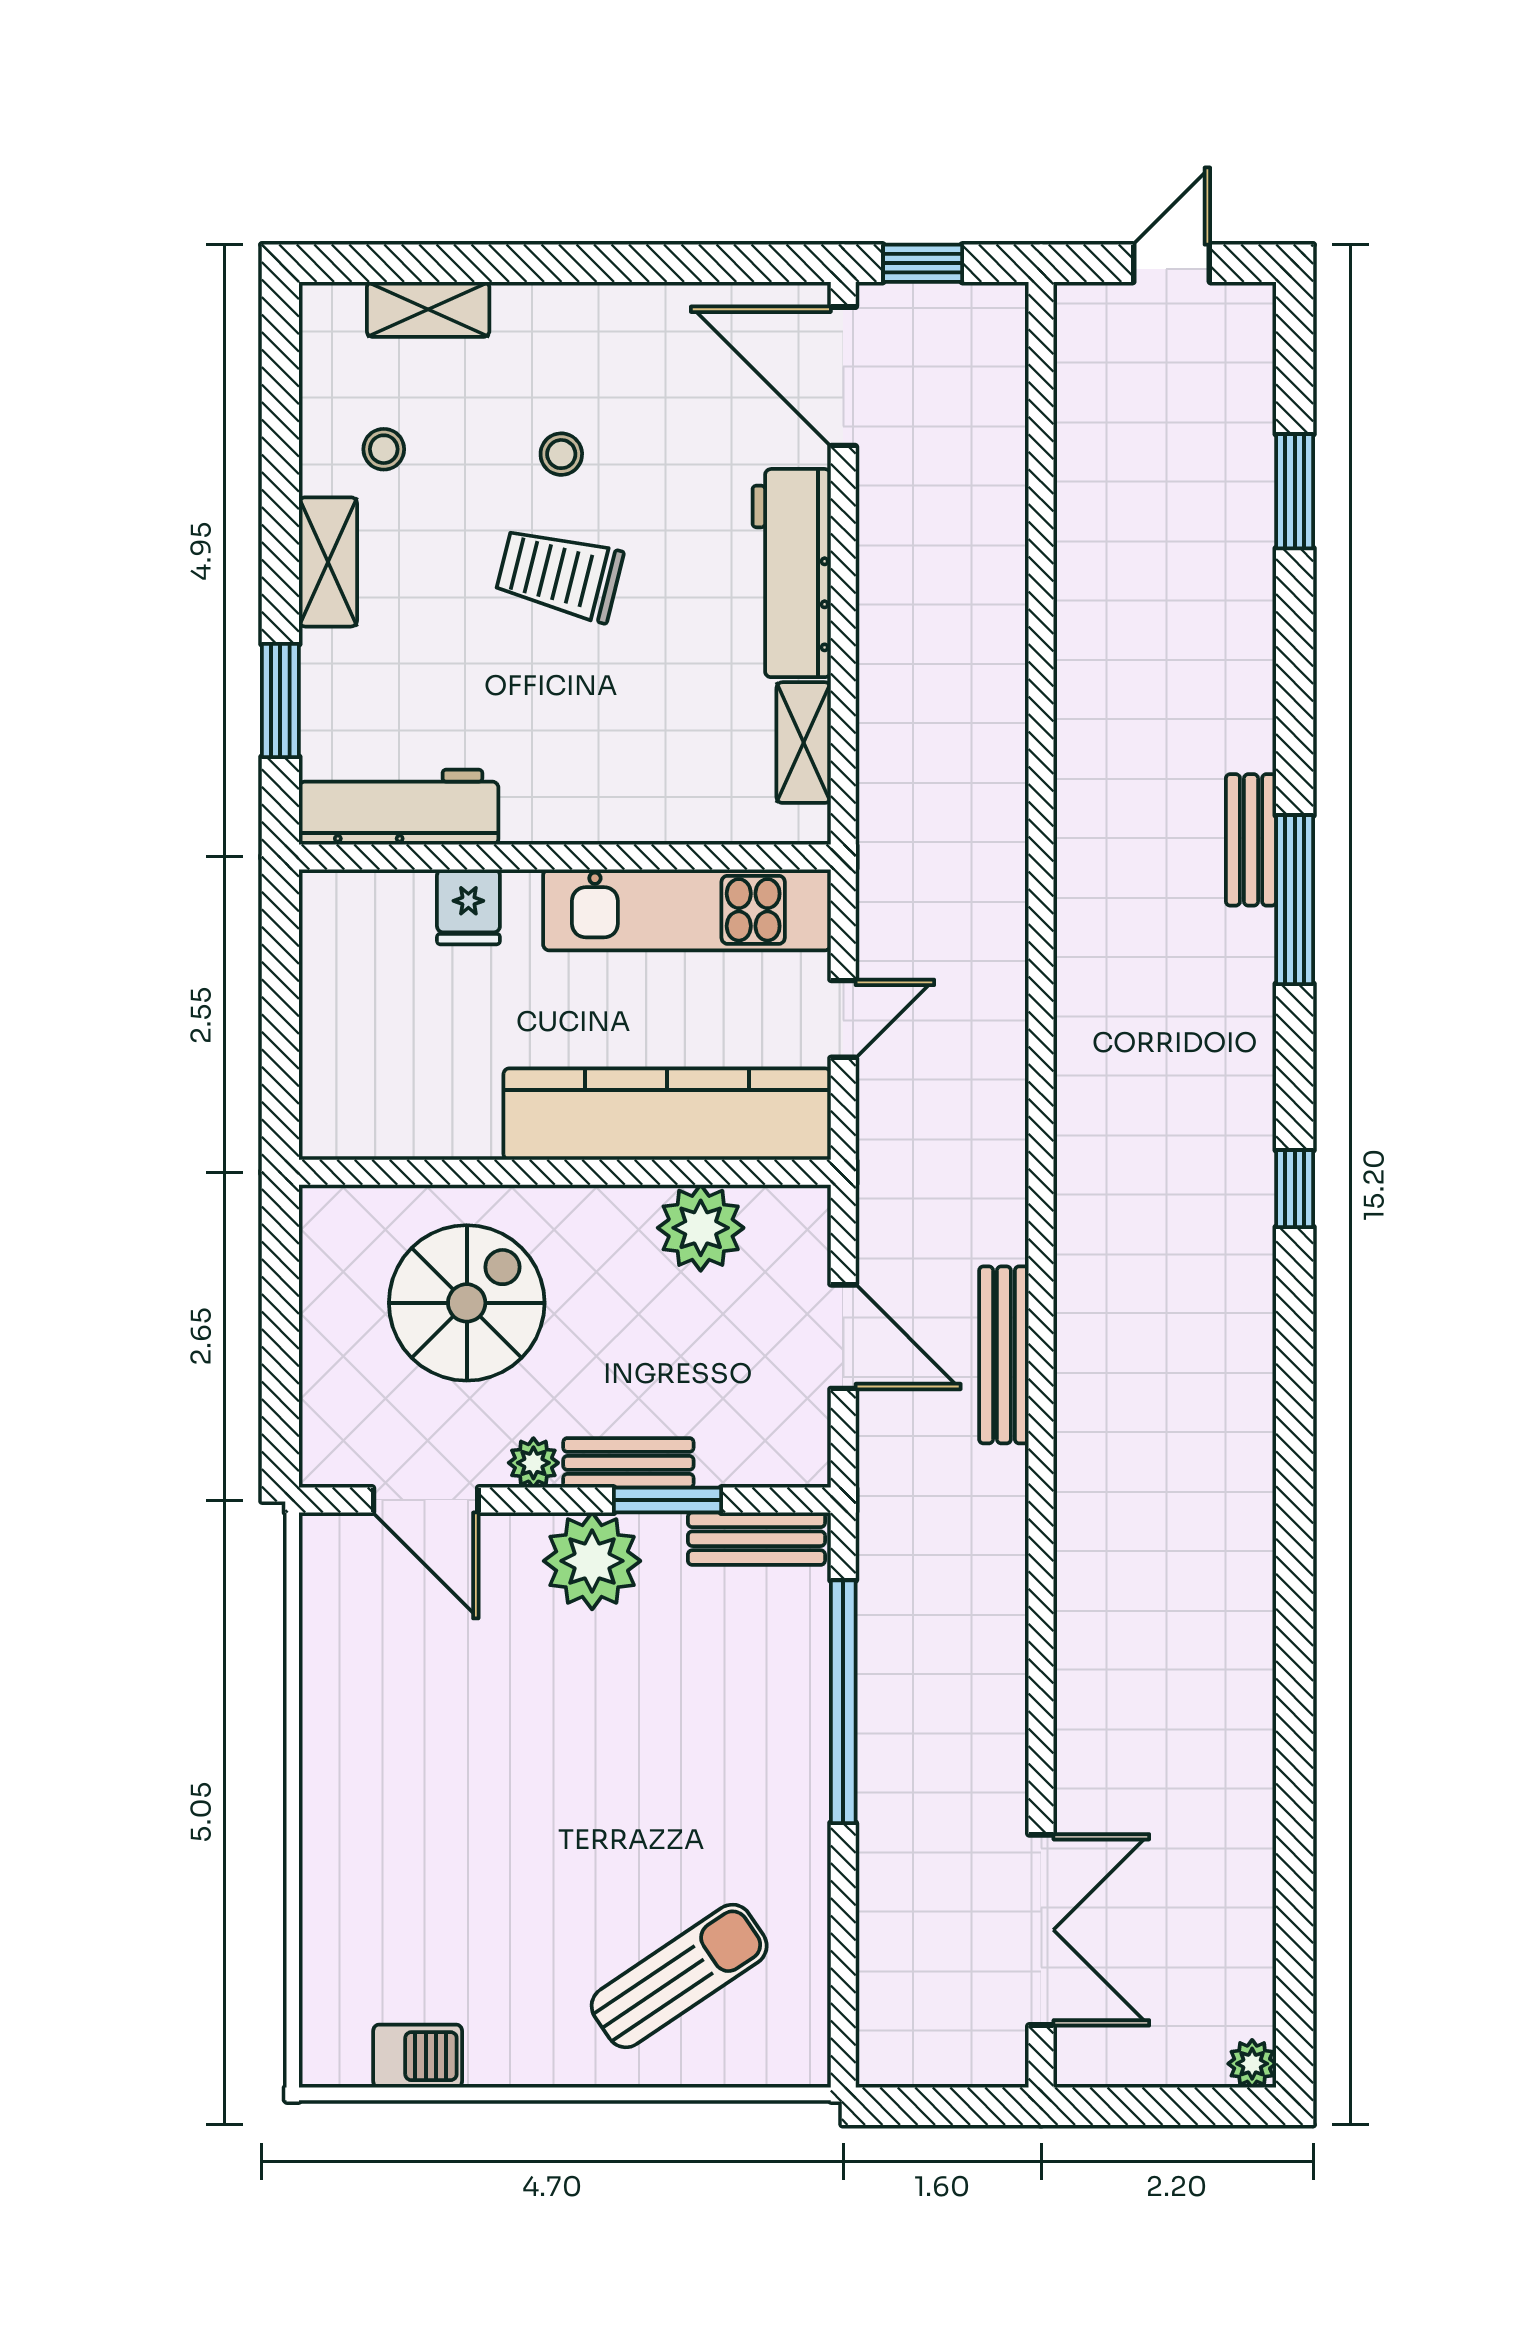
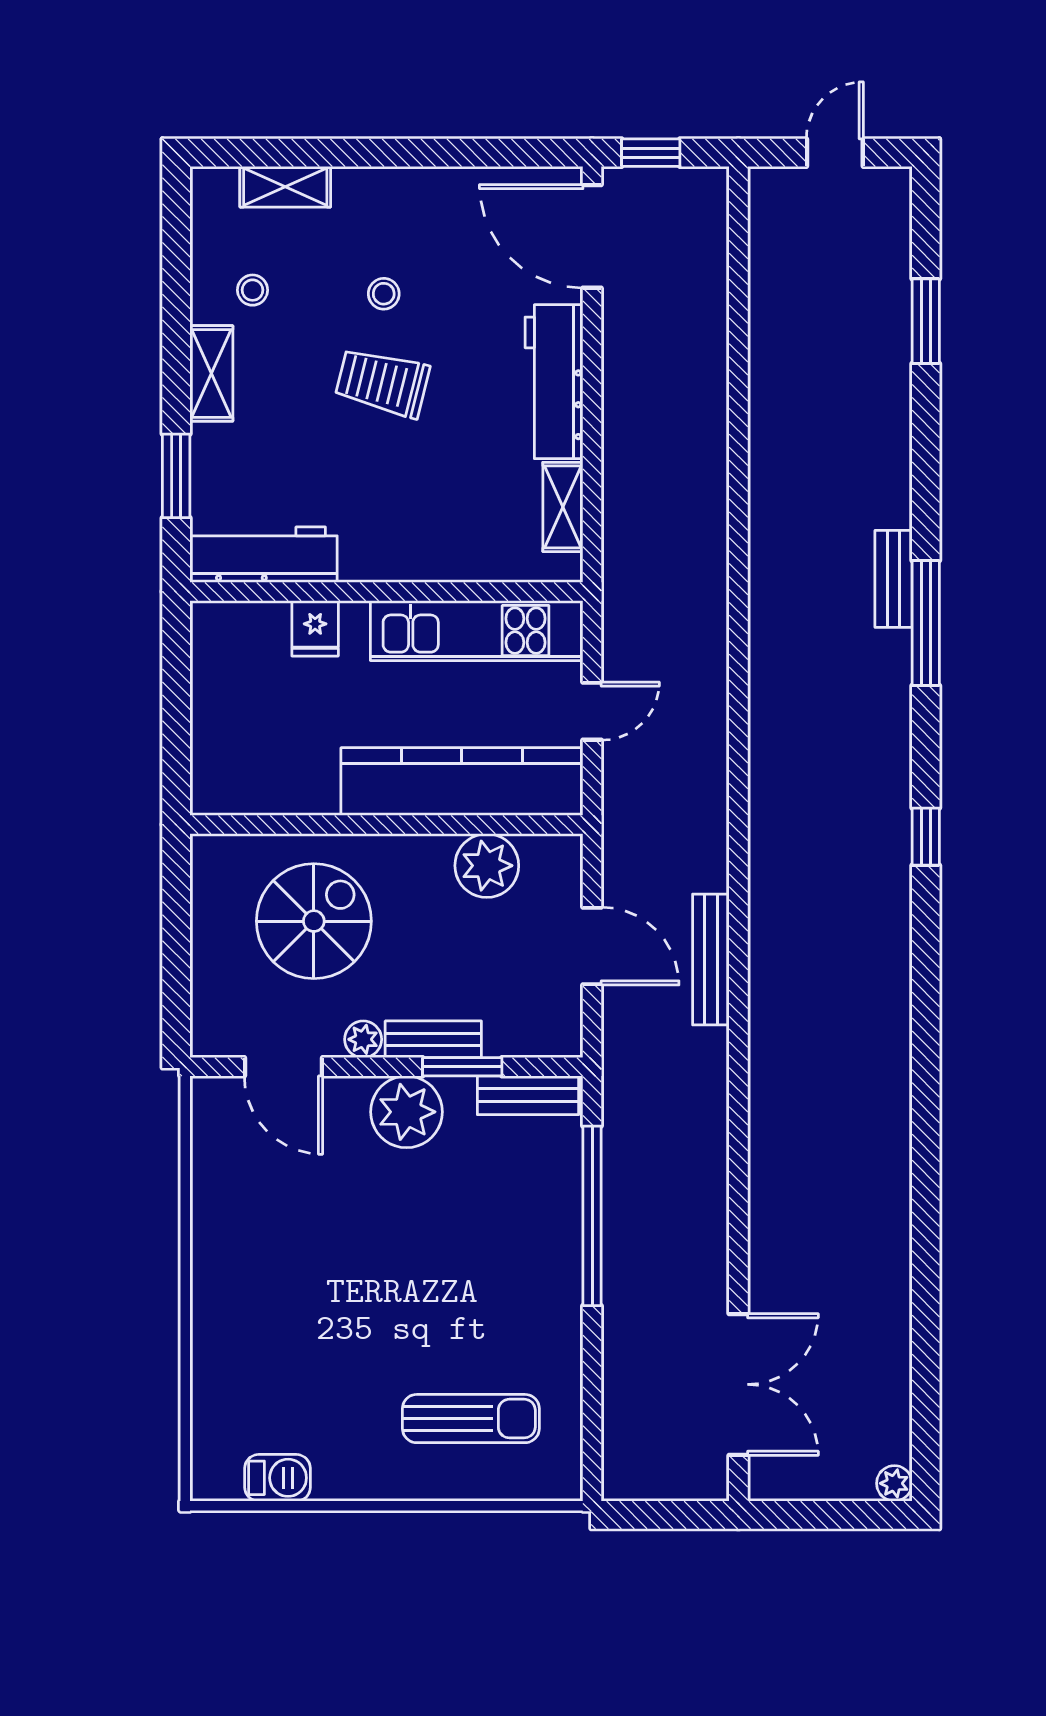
sun lounger: (679, 1976) -> (471, 1419), turned 34

